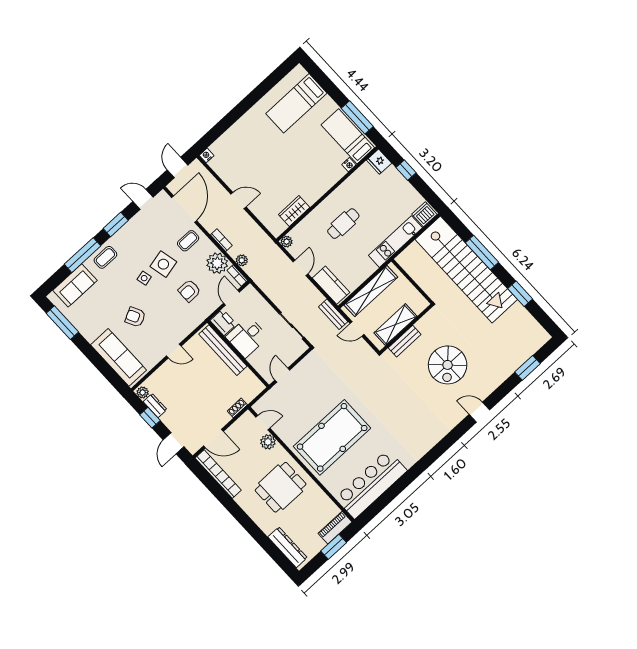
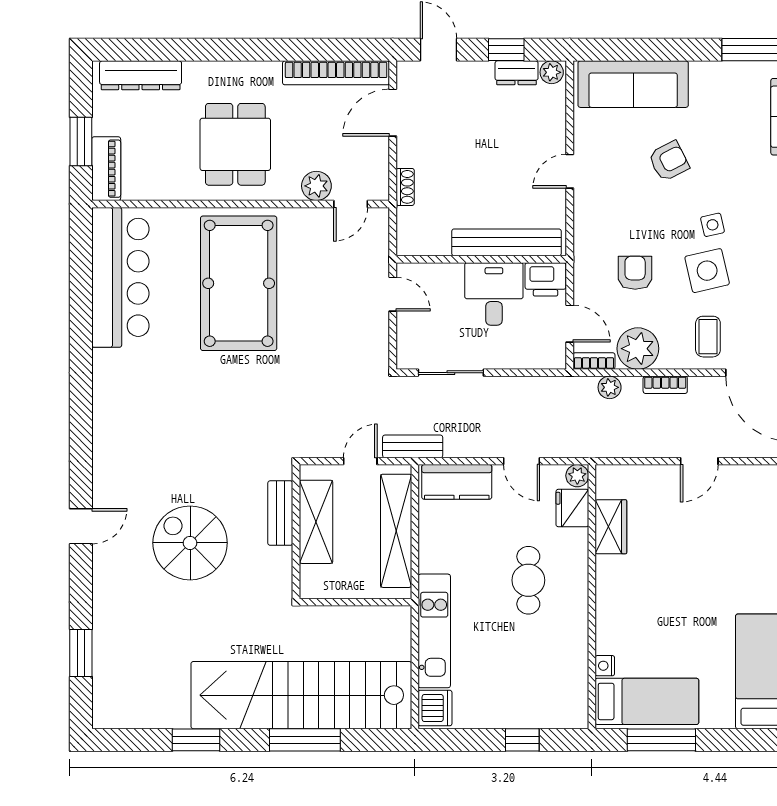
fridge: (379, 162) -> (572, 508), moved, turned -90

